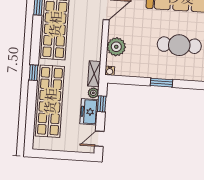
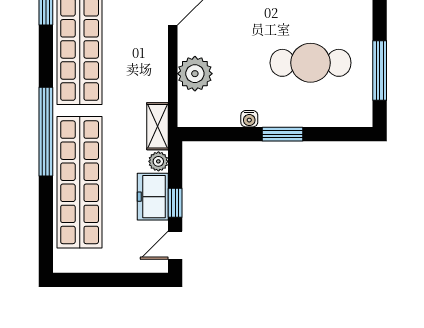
water cooler: (110, 71) -> (249, 119), moved
window: (34, 73) -> (46, 132), width x3.17
window: (102, 104) -> (175, 203), moved

